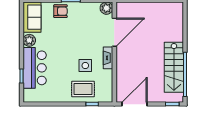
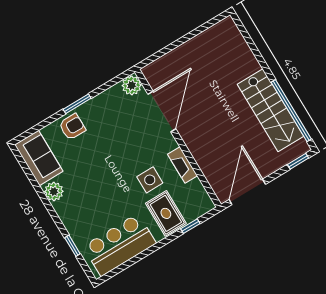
fireplace: (108, 58) -> (183, 165), moved
bar counter: (35, 68) -> (120, 245), moved, turned -90
rug: (83, 89) -> (166, 213), turned 90

